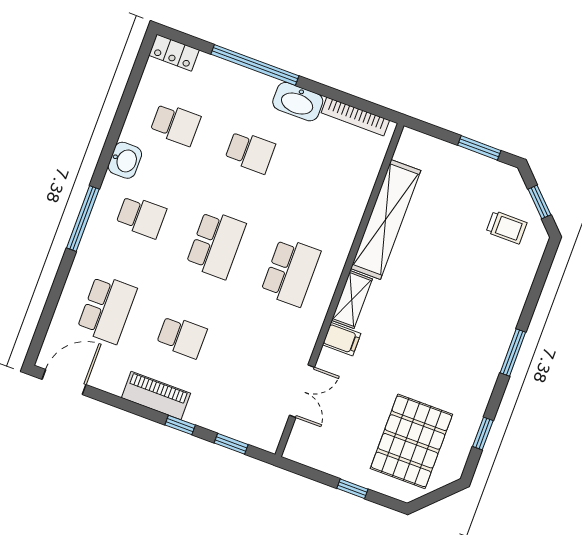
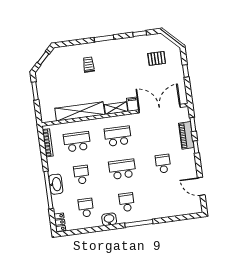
washbasin: (298, 102) -> (56, 184), moved
trolley: (507, 227) -> (89, 65), moved
school desk: (107, 309) -> (77, 142), moved
door: (64, 382) -> (201, 186), moved
double door: (302, 391) -> (160, 109), width x1.87
piano: (156, 396) -> (186, 135), moved
pallet: (411, 441) -> (157, 58), width x0.49, depth x0.50

